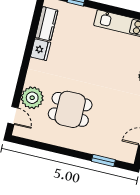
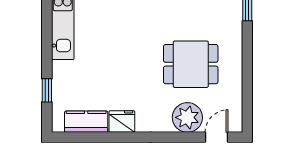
dining table: (70, 109) -> (191, 64), turned 90

